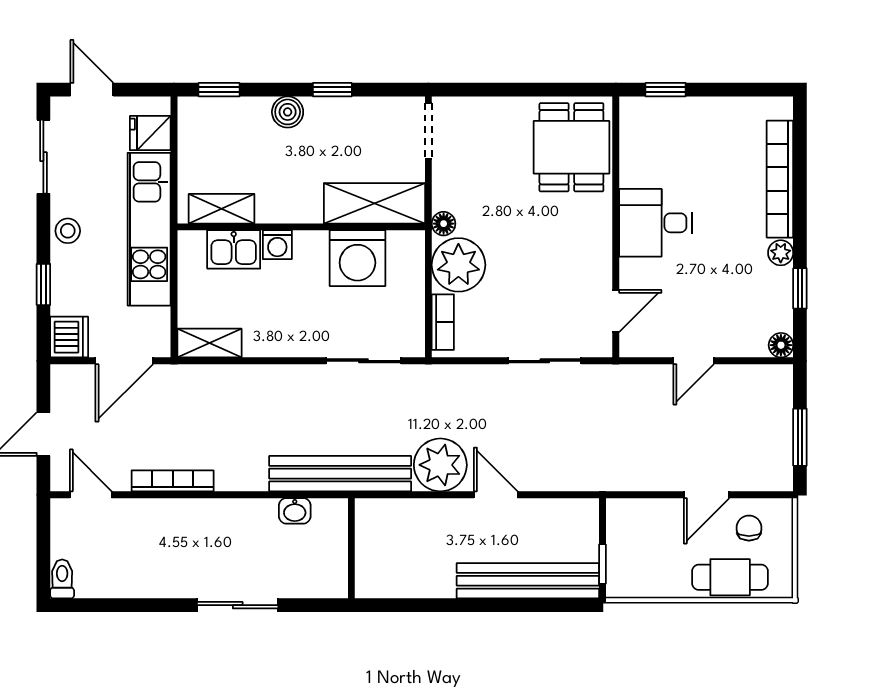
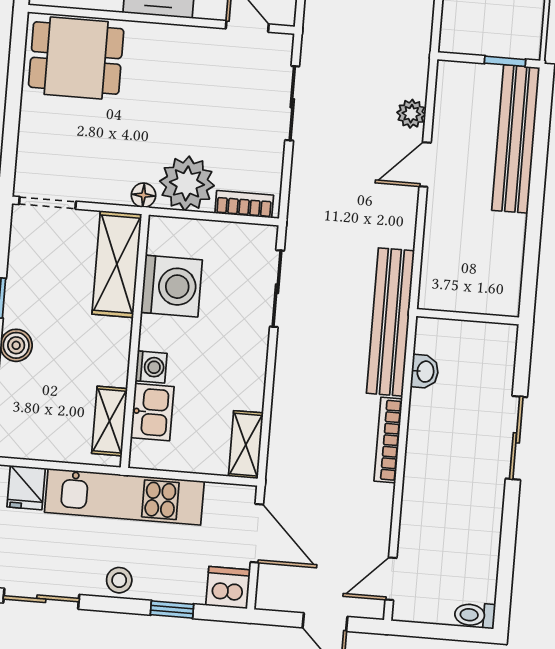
plant: (440, 465) -> (411, 114), moved, width x0.53, depth x0.53
bookcase: (173, 481) -> (388, 440), moved

